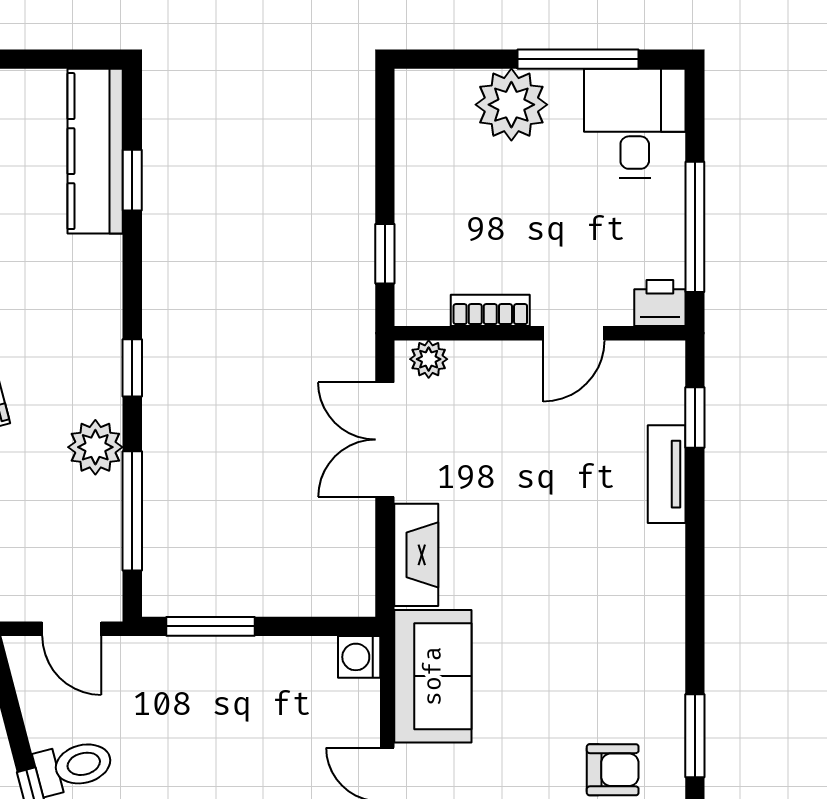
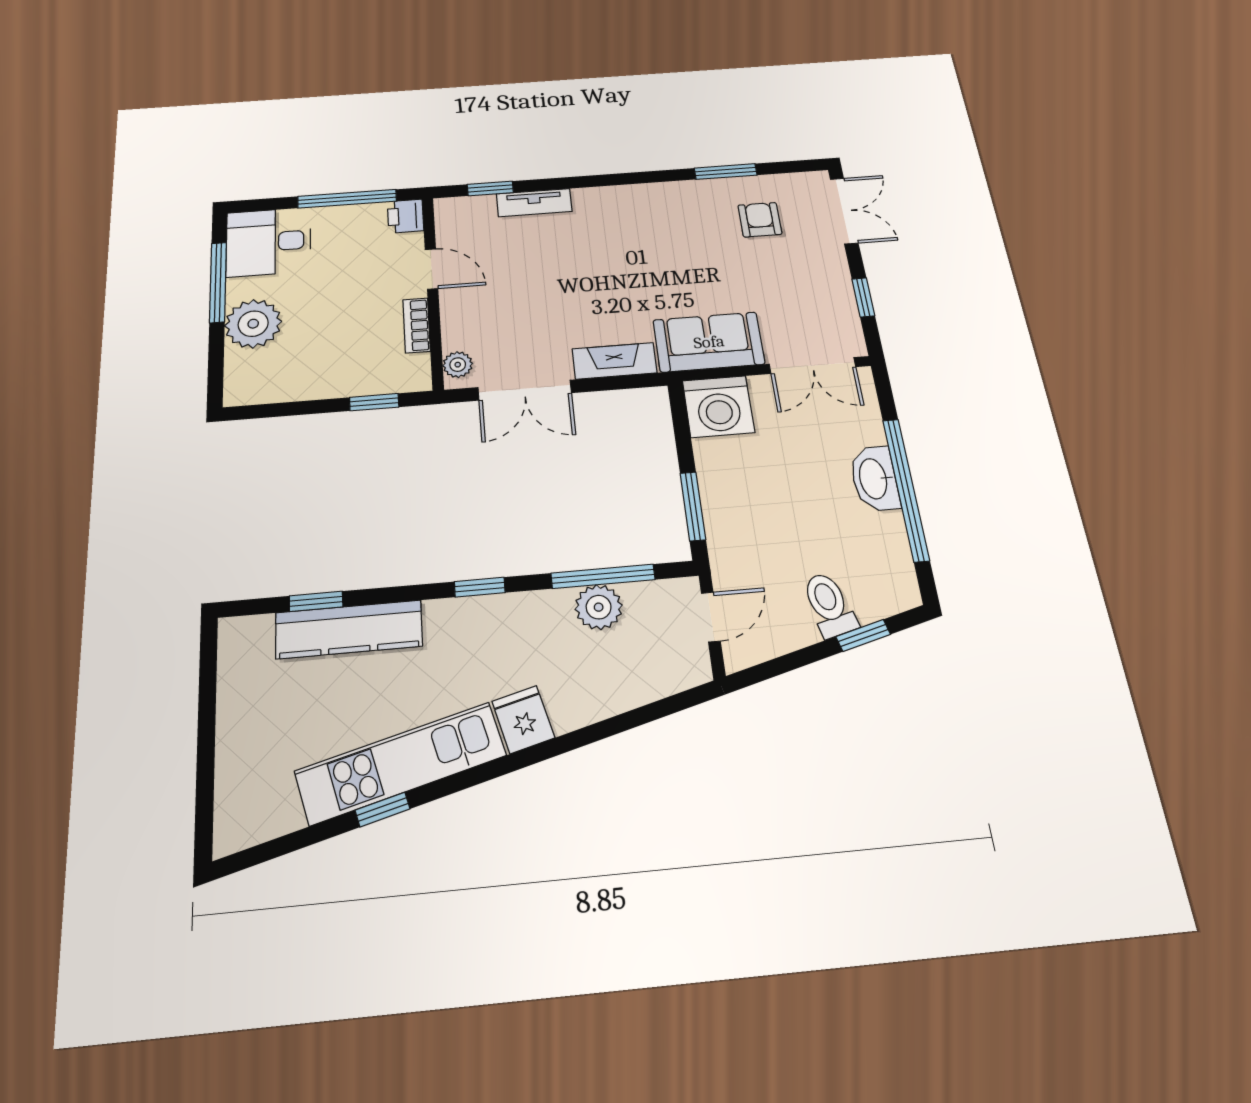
kitchen counter: (95, 151) -> (349, 629), moved
plant: (95, 447) -> (599, 607), moved
washing machine: (359, 657) -> (718, 407), width x1.89, depth x1.89

